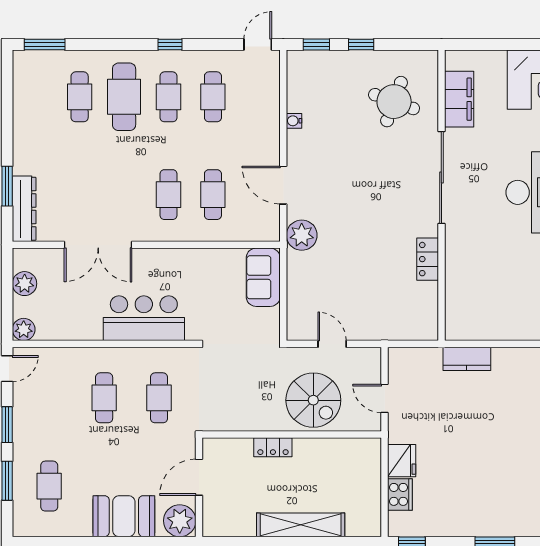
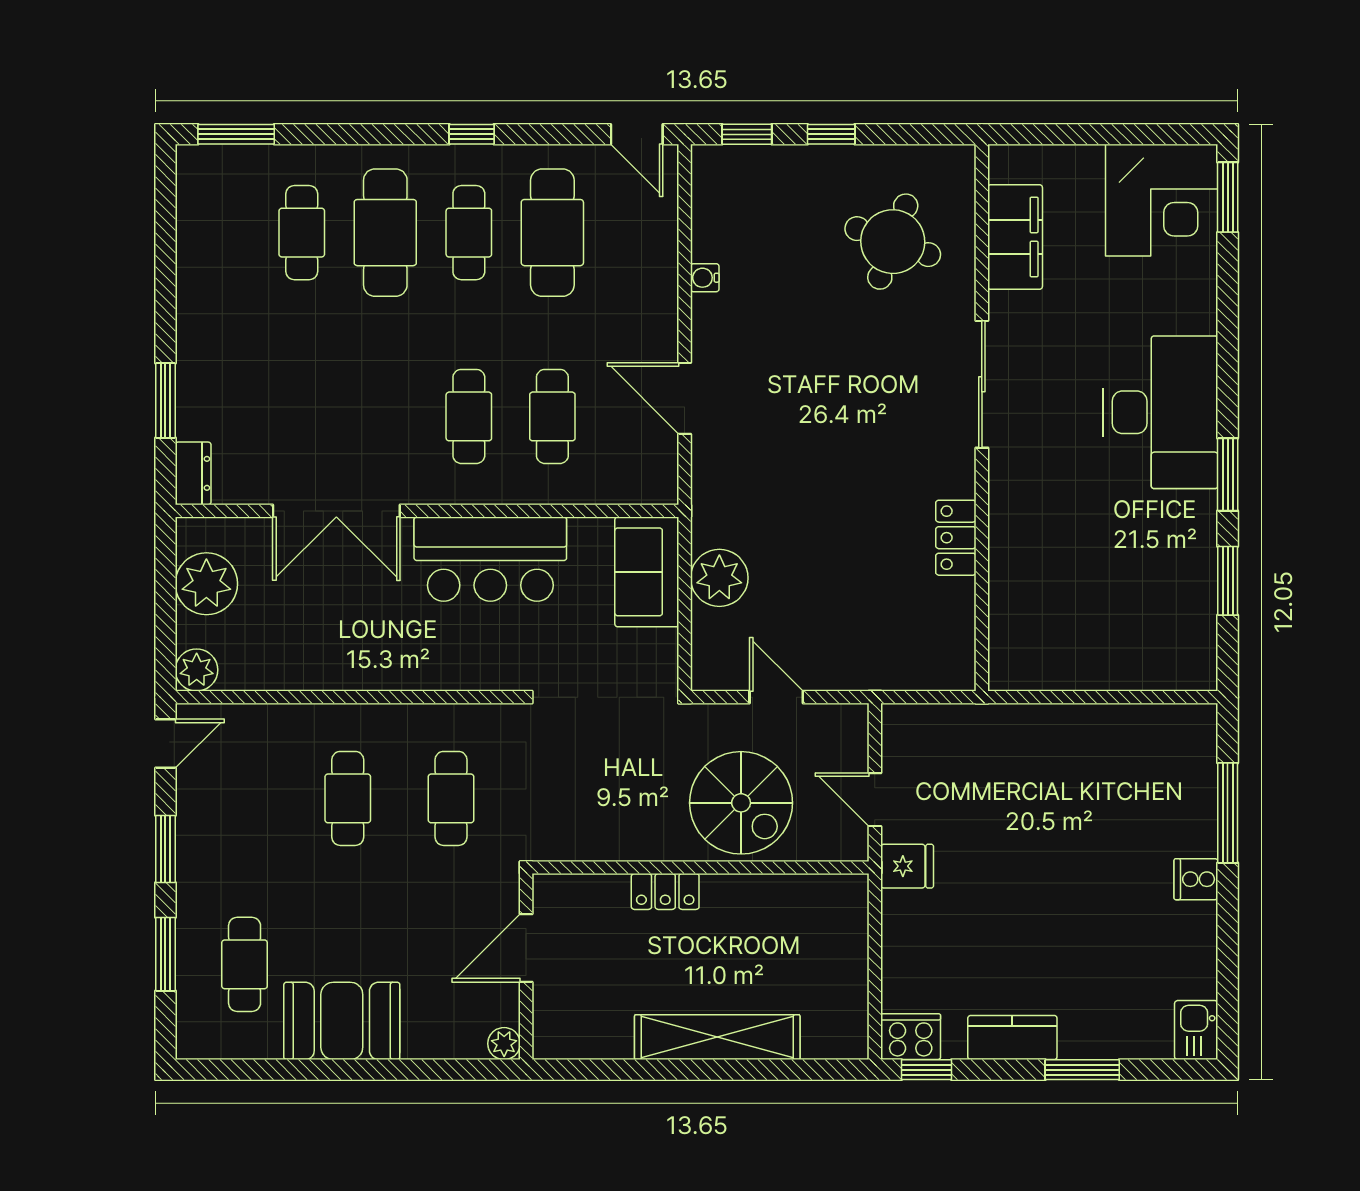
door: (258, 45) -> (637, 134), swing flipped
cafe table: (213, 97) -> (552, 233), width x1.37, depth x1.35
sliding door: (441, 177) -> (982, 384), width x0.73
dresser: (24, 209) -> (193, 473), width x0.51, depth x0.80
plant: (302, 235) -> (719, 578), moved
plant: (25, 284) -> (206, 584), width x1.36, depth x1.36
bar counter: (144, 318) -> (490, 559), moved, turned 180
kitchen counter: (467, 359) -> (1012, 1038), moved, turned 180
fridge: (402, 461) -> (907, 866), moved, width x0.72
cooker: (400, 494) -> (911, 1037), moved, turned -90
booth: (124, 516) -> (342, 1021), moved
plant: (180, 521) -> (504, 1044), width x0.53, depth x0.53

